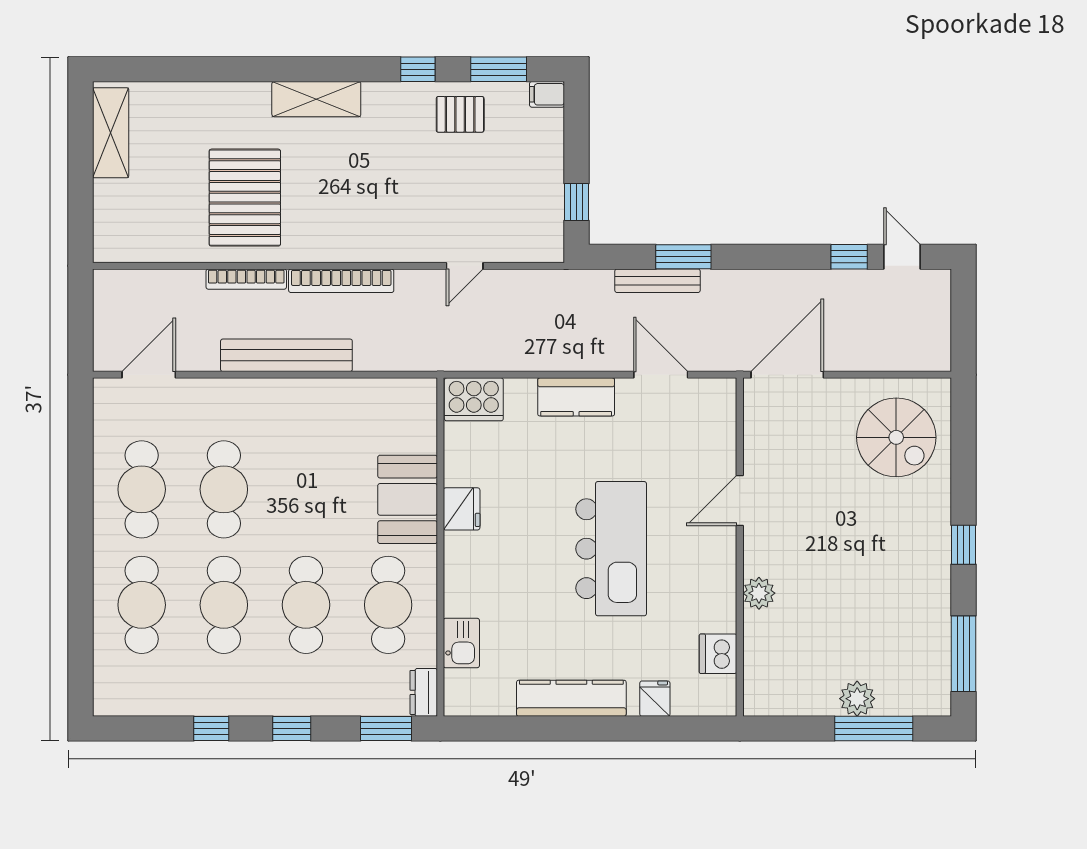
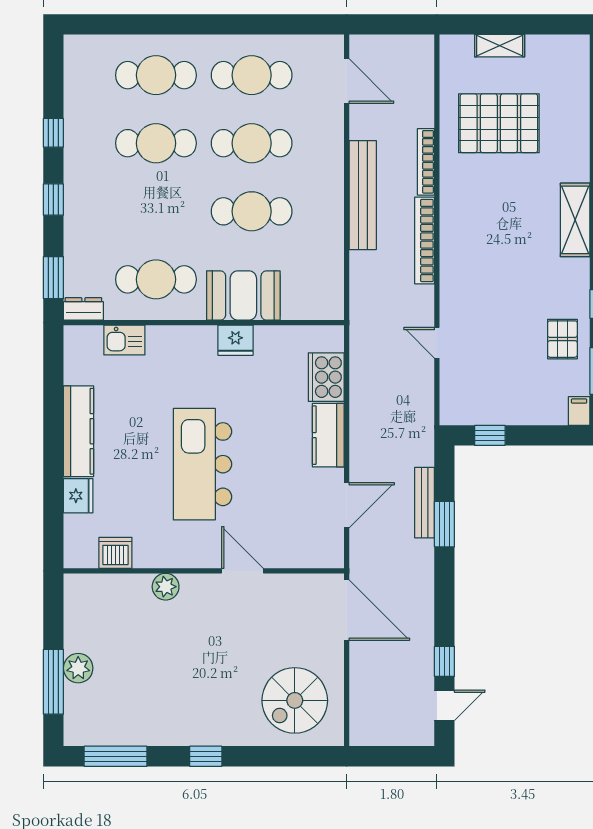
shelving: (111, 133) -> (500, 46), moved, width x0.67, depth x0.75
pallet: (245, 198) -> (499, 123), moved
cooker: (474, 399) -> (326, 377), moved
kitchen island: (611, 549) -> (202, 464), turned 90
cafe table: (306, 605) -> (252, 211), moved
fridge: (655, 699) -> (78, 496), width x1.38

